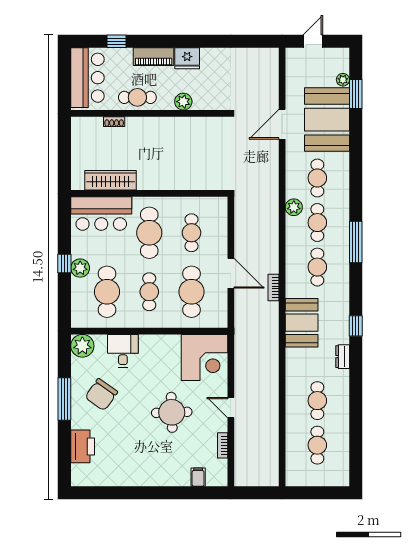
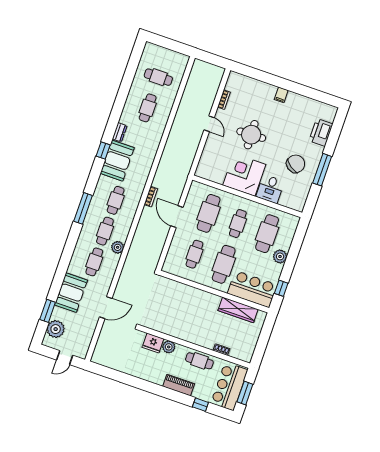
fridge: (187, 58) -> (153, 343), moved, turned 180
window: (64, 76) -> (245, 393), added
plant: (343, 80) -> (56, 329), width x1.87, depth x1.87
booth: (327, 120) -> (71, 293), width x0.73, depth x0.70
window: (64, 263) -> (281, 288), moved
booth: (302, 323) -> (117, 161), moved
plant: (82, 346) -> (297, 202), removed
corner desk: (205, 357) -> (244, 175), moved
cafe table: (317, 445) -> (158, 77), turned 90
filing cabinet: (198, 477) -> (281, 95), moved

